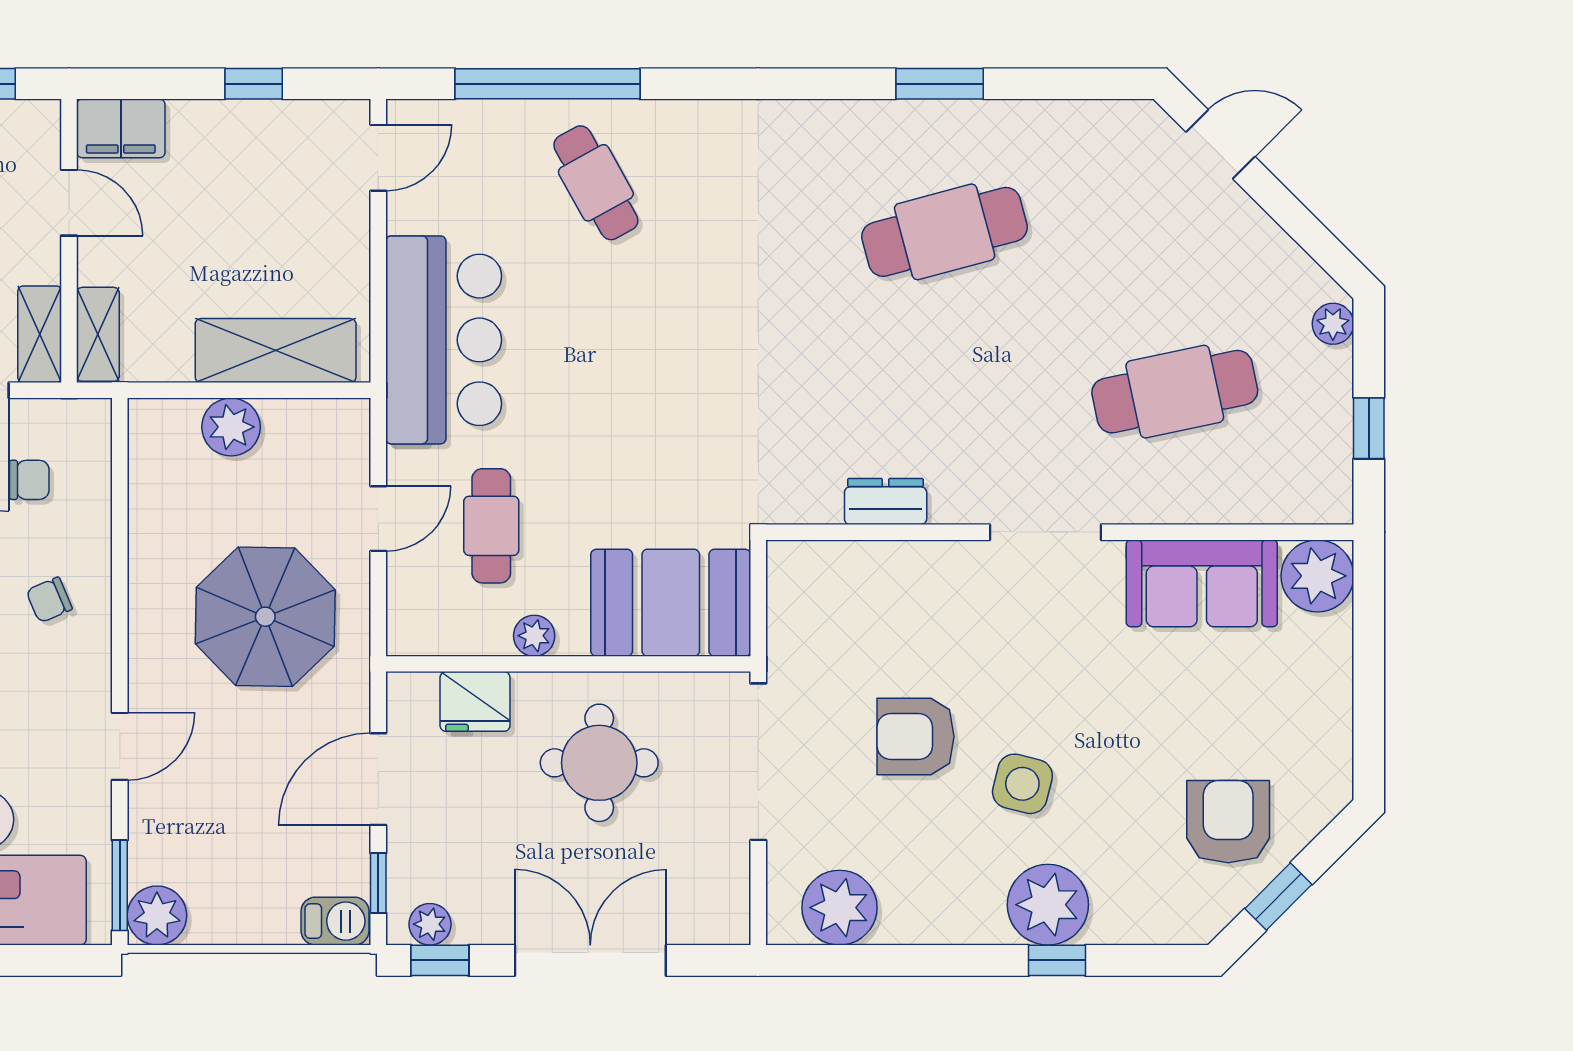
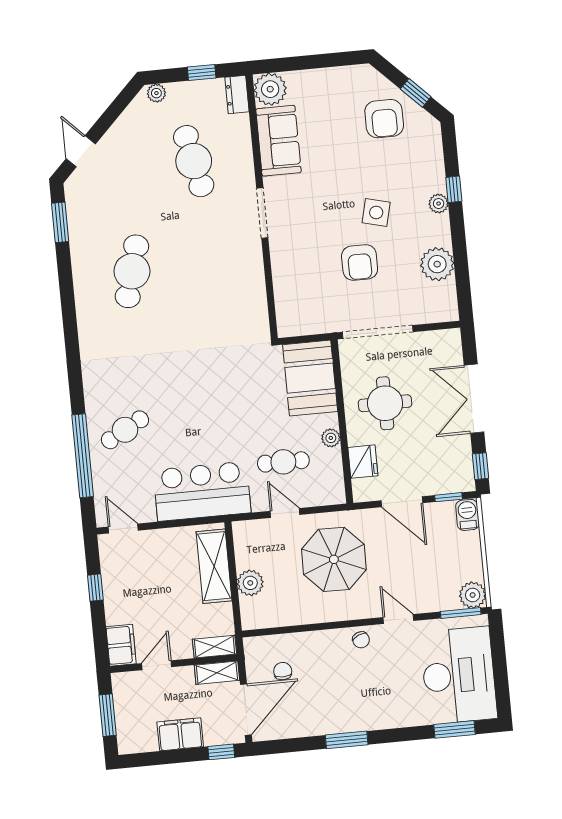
window: (940, 84) -> (60, 222), moved
cafe table: (945, 232) -> (132, 271), turned 30
dresser: (886, 501) -> (237, 95), moved
chair: (49, 600) -> (361, 640), moved
armchair: (1228, 822) -> (384, 119), turned -90
plant: (1048, 905) -> (439, 204), width x0.53, depth x0.53
plant: (839, 908) -> (437, 264), moved
plant: (430, 924) -> (465, 472), removed

